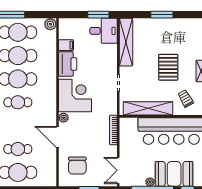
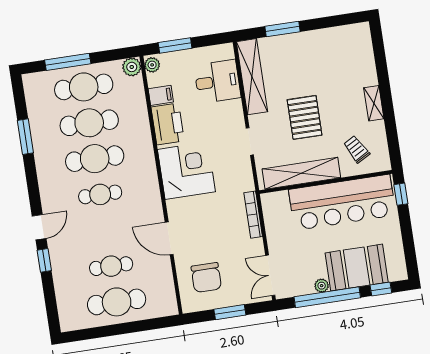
window: (98, 15) -> (175, 45), moved
window: (162, 15) -> (282, 29), moved
desk: (104, 31) -> (217, 81), moved
pallet: (168, 67) -> (305, 117), moved
plant: (64, 118) -> (152, 65), moved

